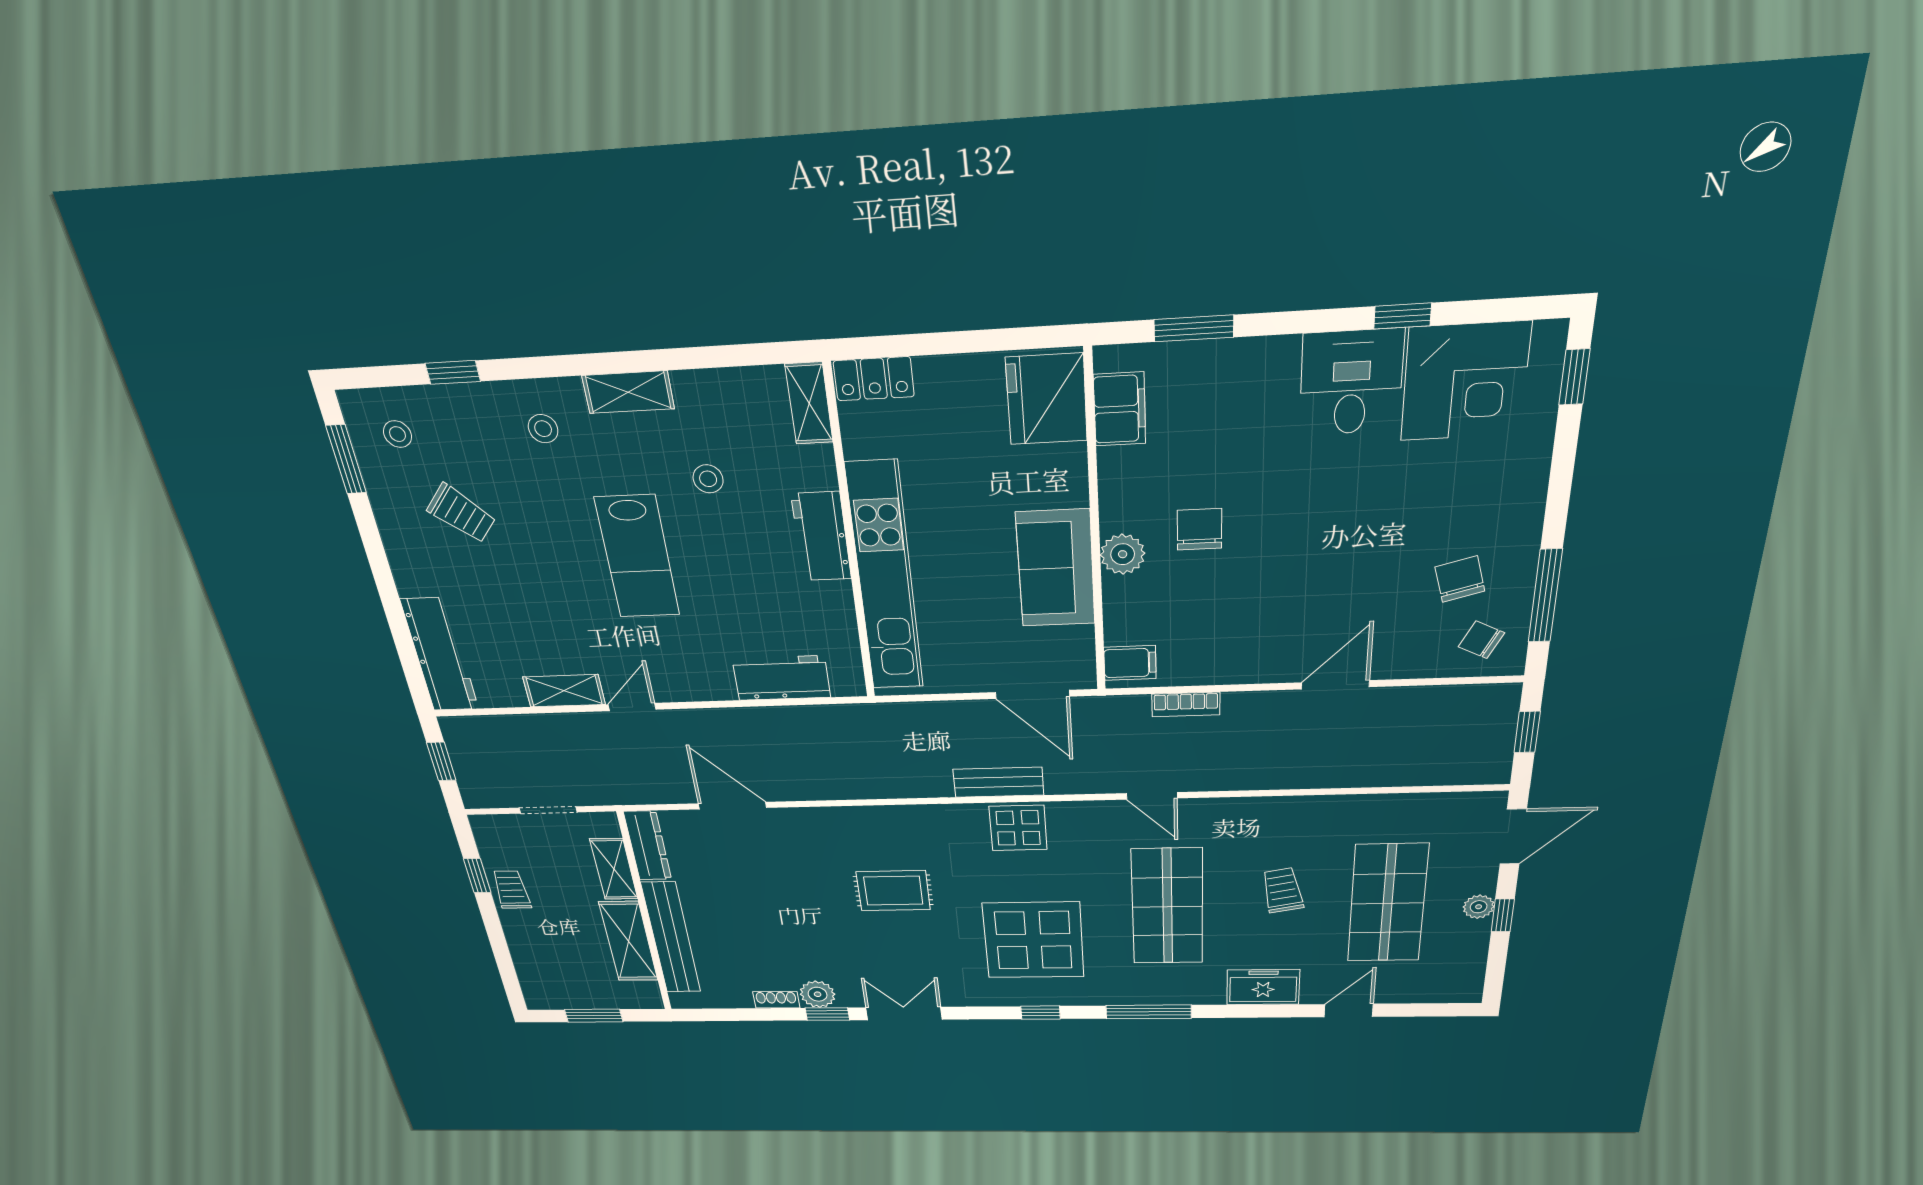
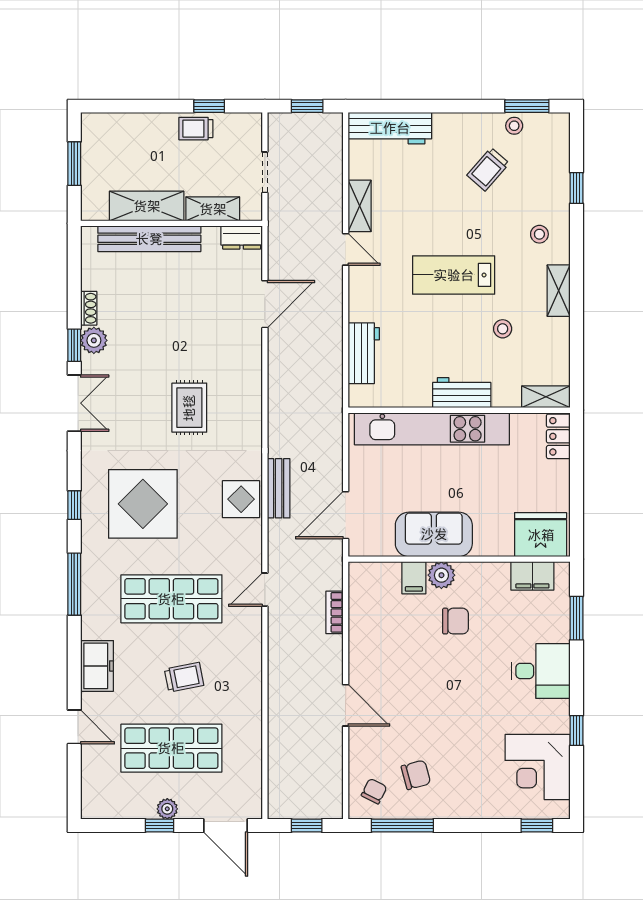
desk: (1351, 382) -> (541, 671), moved
stool: (397, 434) -> (514, 126), moved
filing cabinet: (1130, 663) -> (414, 578), moved
dresser: (648, 846) -> (242, 238), width x0.70
trolley: (511, 890) -> (196, 129), turned 180

